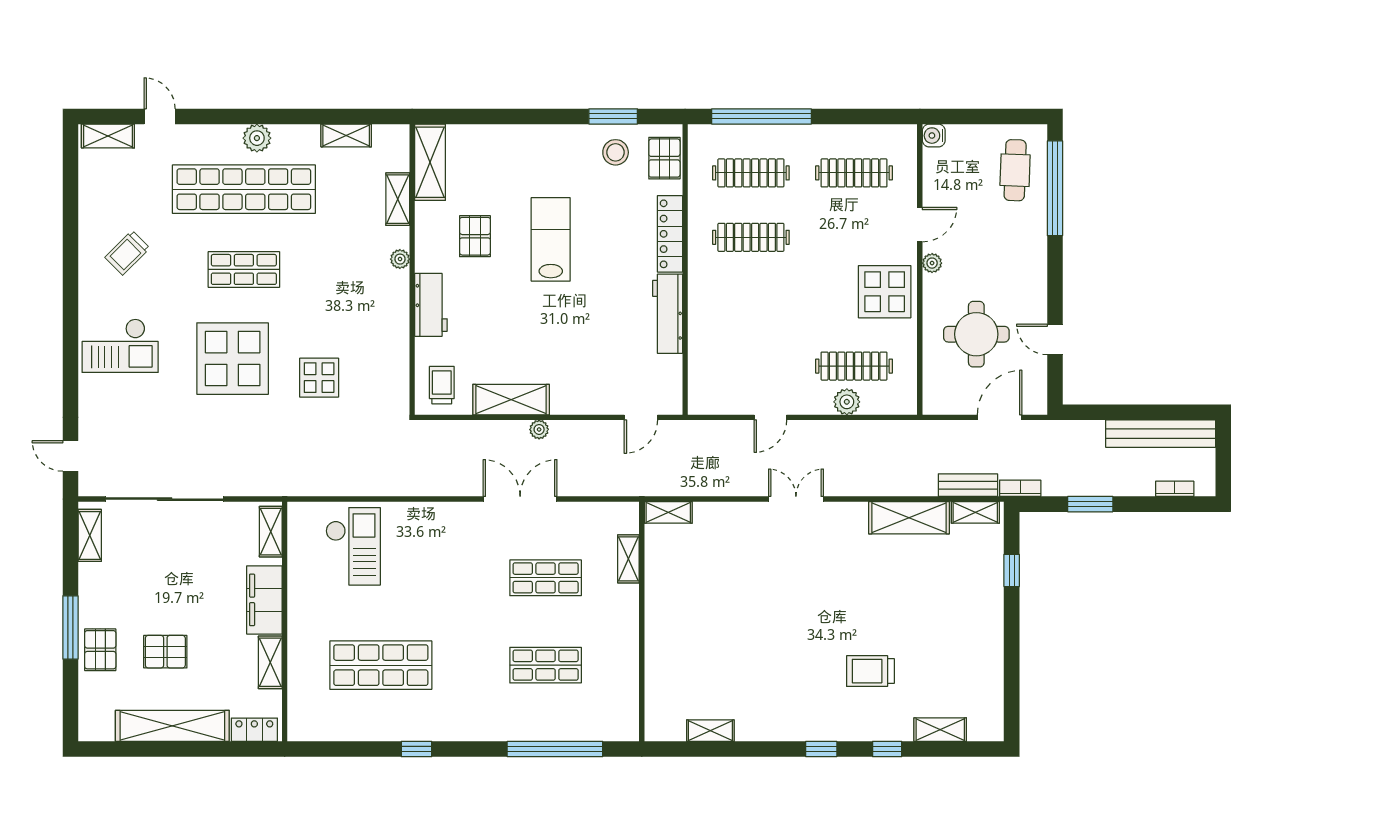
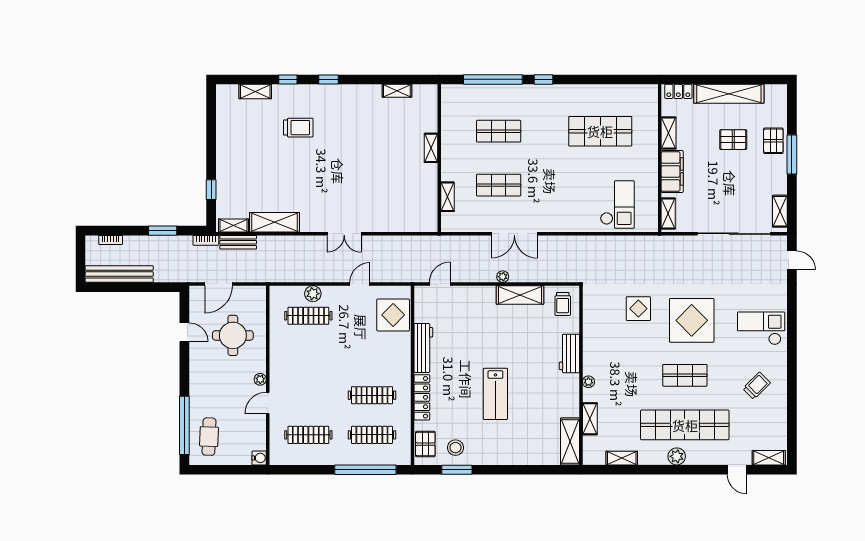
pallet: (475, 236) -> (542, 396), removed
display table: (885, 292) -> (393, 315), moved
shelving: (668, 512) -> (431, 148), moved, turned 90
checkout: (353, 546) -> (617, 205), turned 180
window: (417, 749) -> (543, 79), moved

